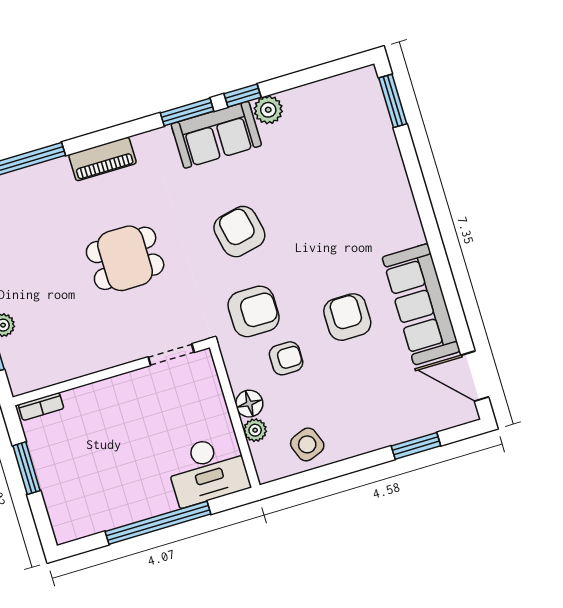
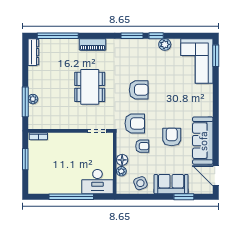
corner sofa: (353, 125) -> (197, 61), added
sofa: (216, 135) -> (171, 184), moved, turned 180
armchair: (239, 232) -> (139, 90), turned 102
dining table: (125, 258) -> (90, 87), width x1.38

